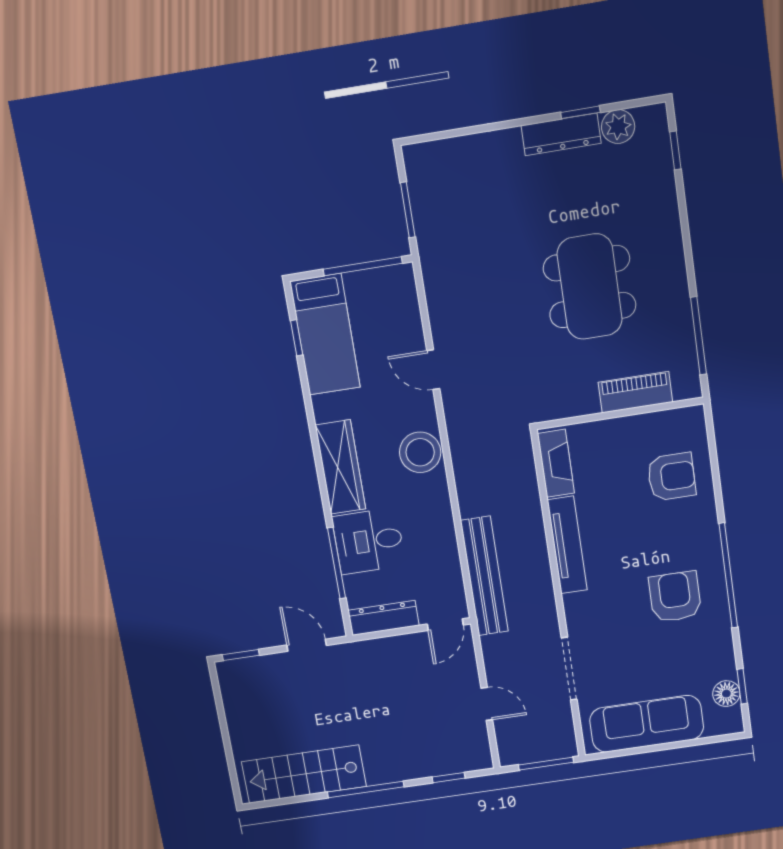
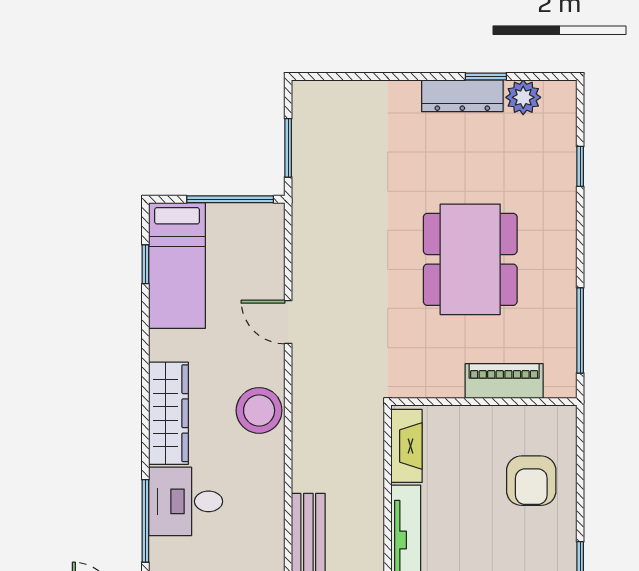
window: (675, 150) -> (580, 166), moved
armchair: (671, 477) -> (531, 481), turned 90

